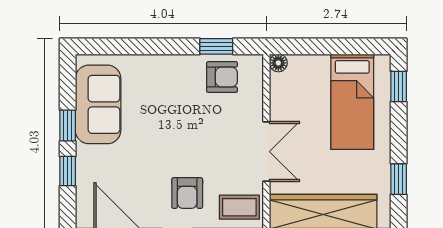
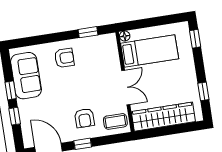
armchair: (222, 77) -> (64, 58), moved
bed: (352, 102) -> (150, 51), moved, turned -90

